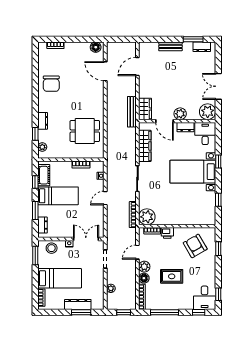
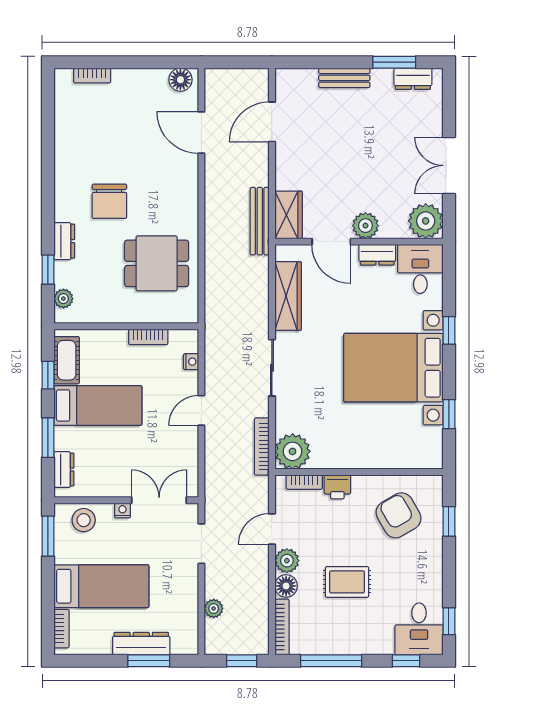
chair: (51, 84) -> (109, 201), moved
bed with nightstands: (193, 172) -> (393, 368), width x1.36

